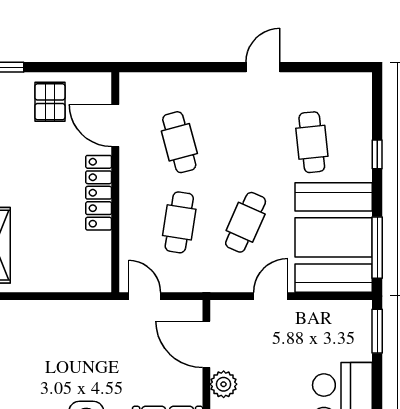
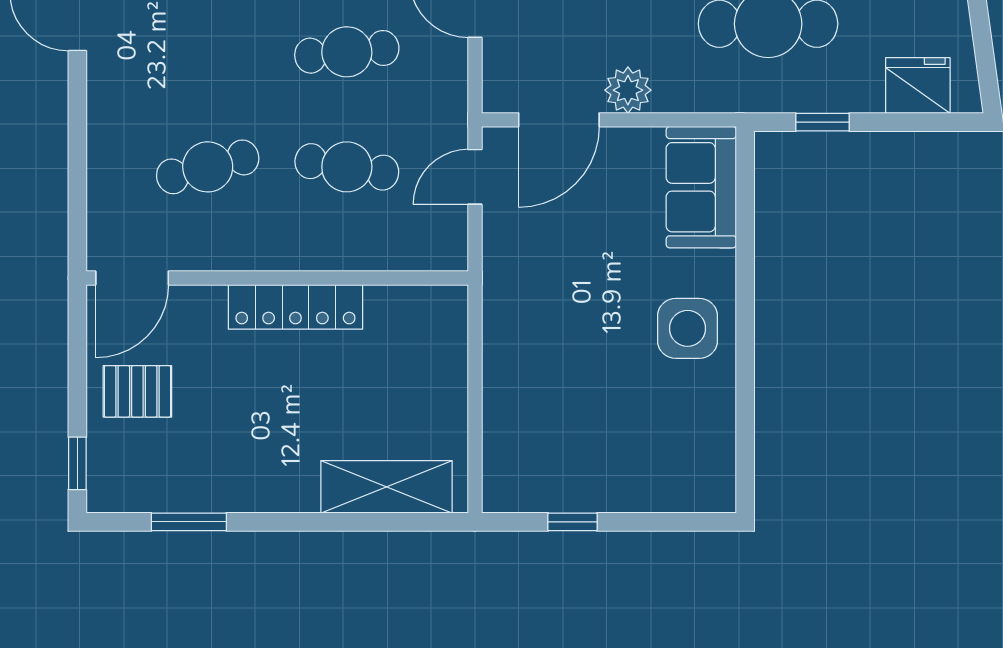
door: (115, 126) -> (132, 278), moved
cafe table: (246, 222) -> (347, 52), turned -30
door: (145, 296) -> (475, 177), moved

